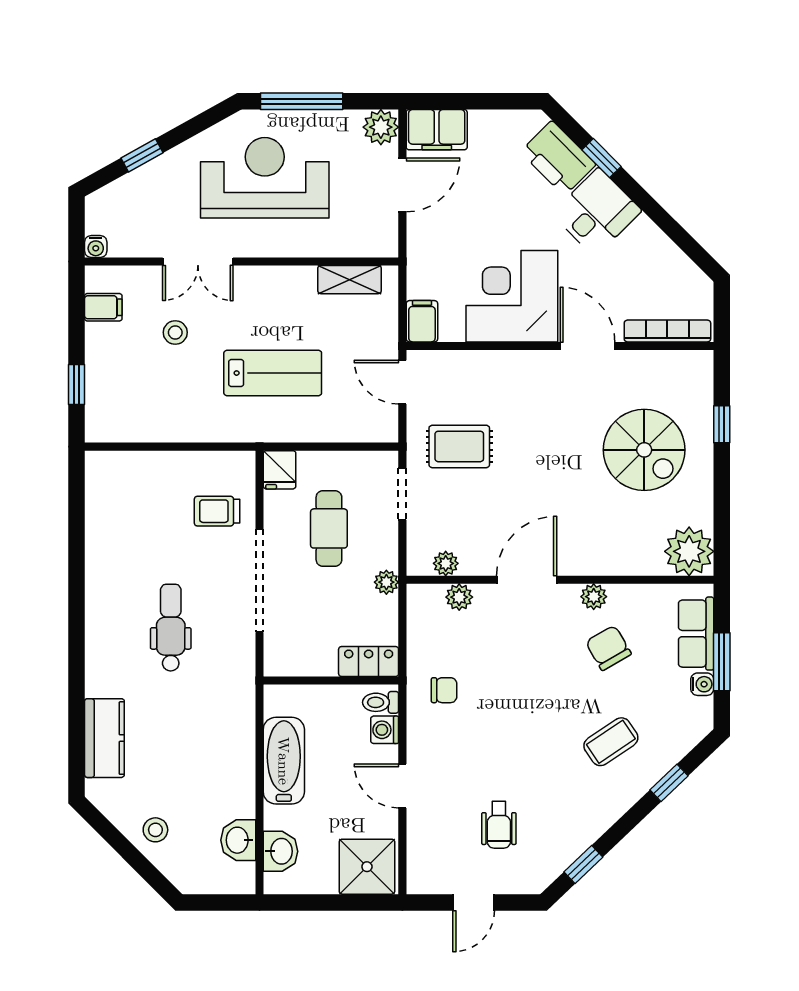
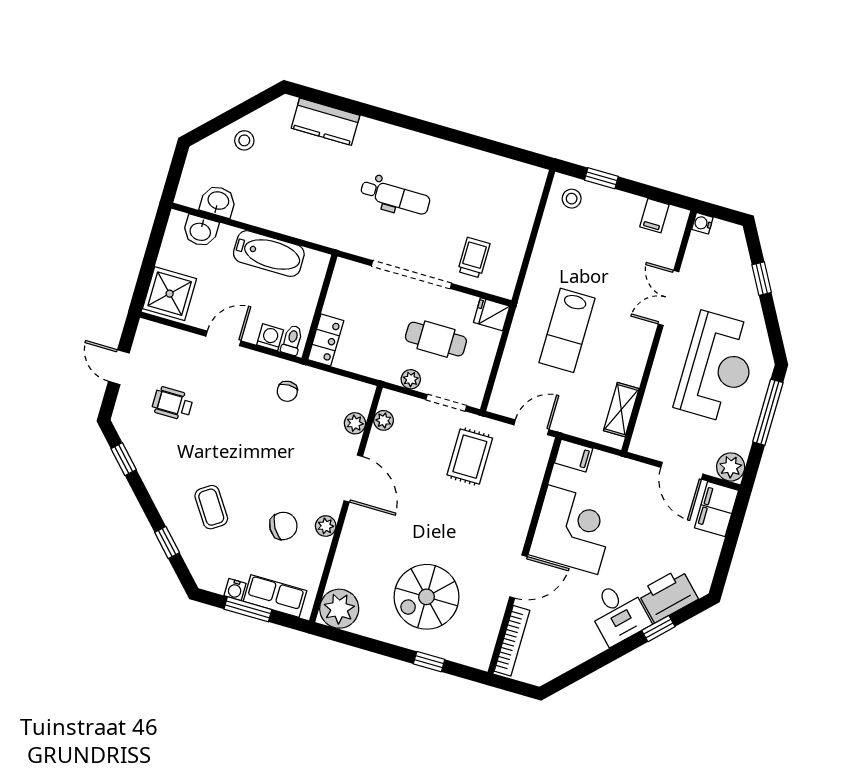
stool: (175, 332) -> (572, 199), moved
plant: (386, 582) -> (411, 379), moved

